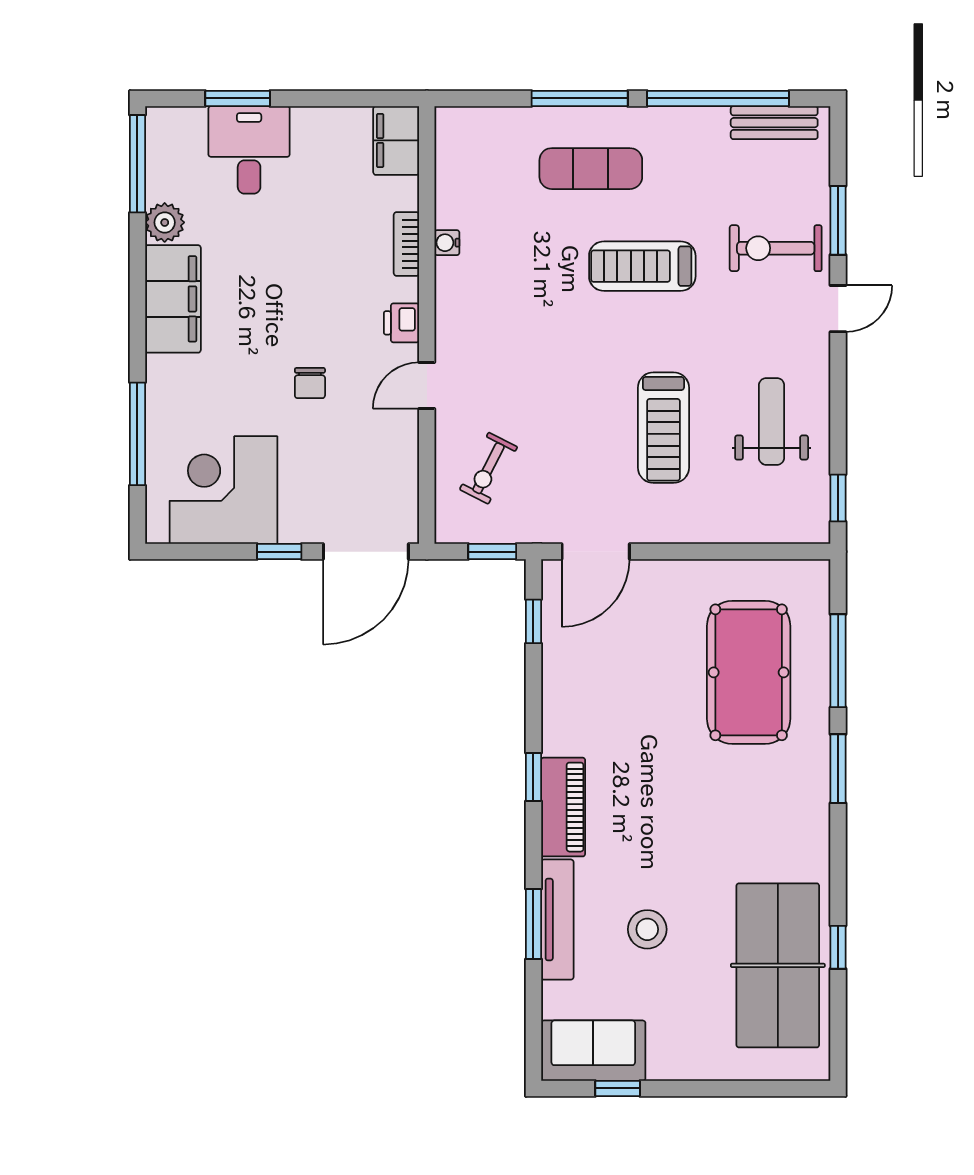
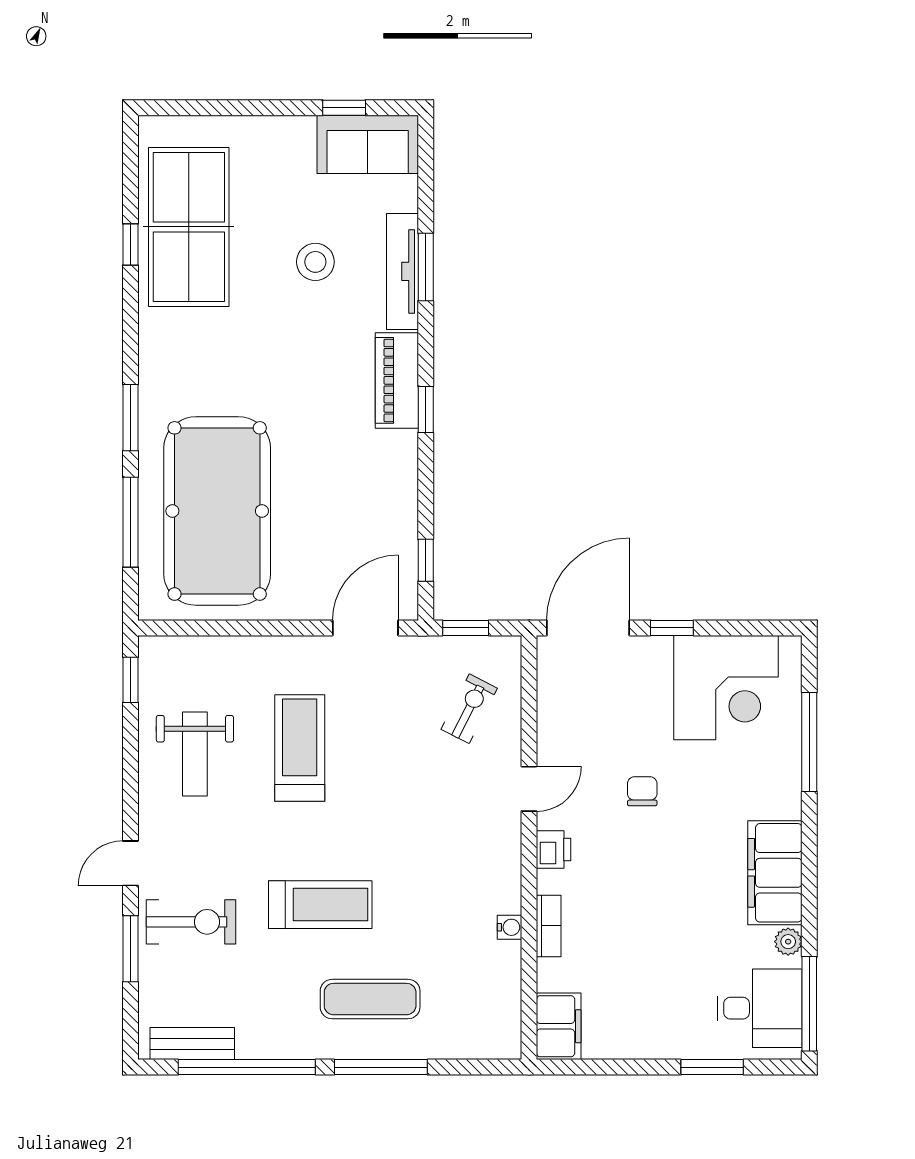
desk: (249, 150) -> (760, 1008), moved, turned -90
plant: (165, 222) -> (788, 942), width x0.73, depth x0.73
pool table: (749, 672) -> (217, 511), width x1.36, depth x1.32

